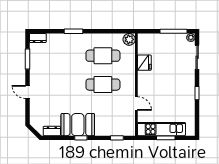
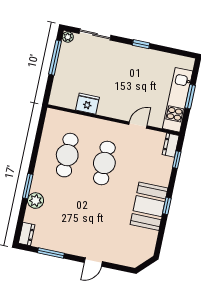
plant: (129, 39) -> (36, 201), moved
dresser: (52, 131) -> (171, 145), moved

